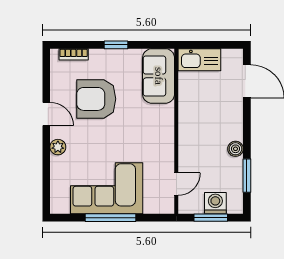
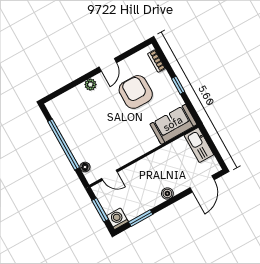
boiler: (235, 149) -> (167, 193), moved
corner sofa: (107, 188) -> (81, 131), removed
washing machine: (215, 203) -> (117, 219), moved, turned -90
floor lamp: (151, 207) -> (85, 167), added
window: (110, 218) -> (64, 145), width x1.46

